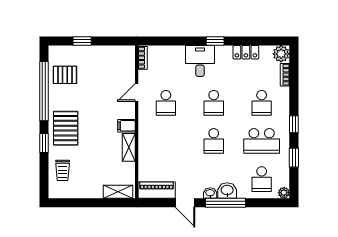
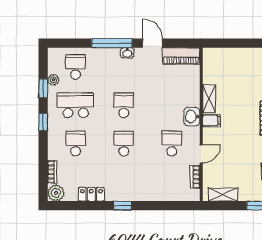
bookcase: (143, 58) -> (195, 177), moved
desk: (200, 61) -> (137, 186), removed
washbasin: (227, 191) -> (192, 117), moved, turned 90
shelving: (118, 192) -> (223, 195), moved
plant: (284, 193) -> (53, 80), moved

